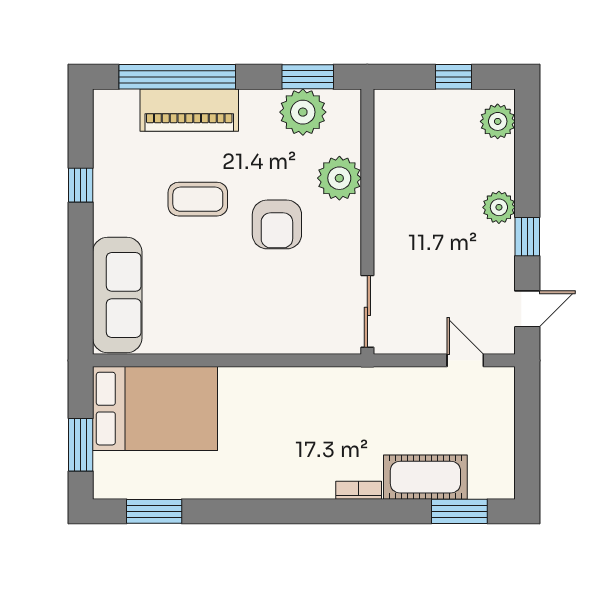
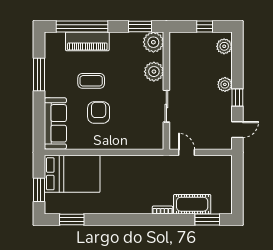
plant: (303, 112) -> (153, 42), moved
window: (81, 185) -> (39, 75), width x2.17
armchair: (277, 224) -> (99, 113), moved, turned 180
sliding door: (367, 311) -> (166, 106), moved
door: (465, 360) -> (187, 152), moved

